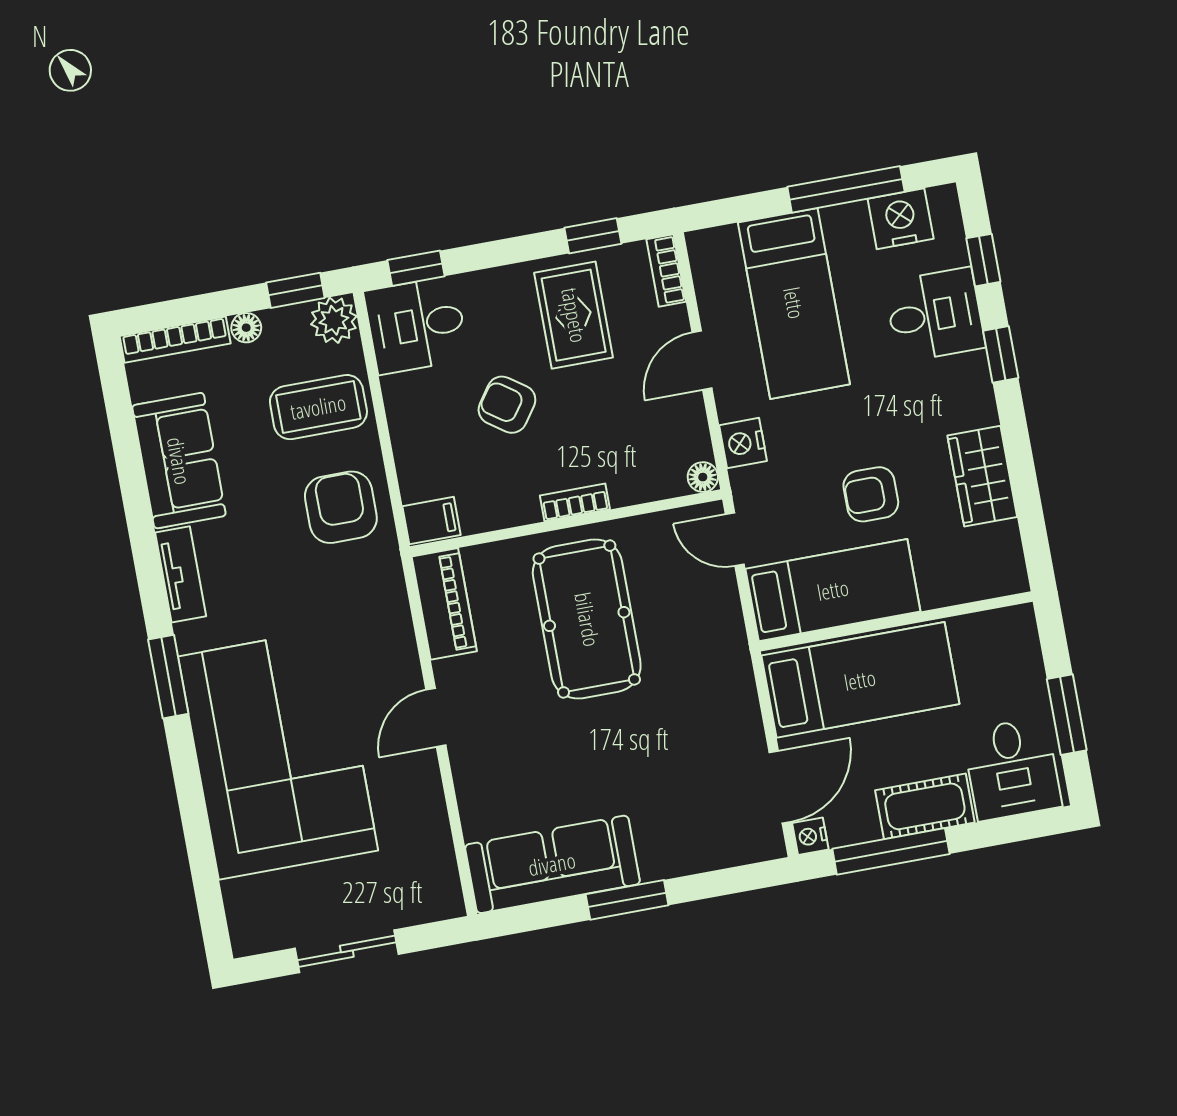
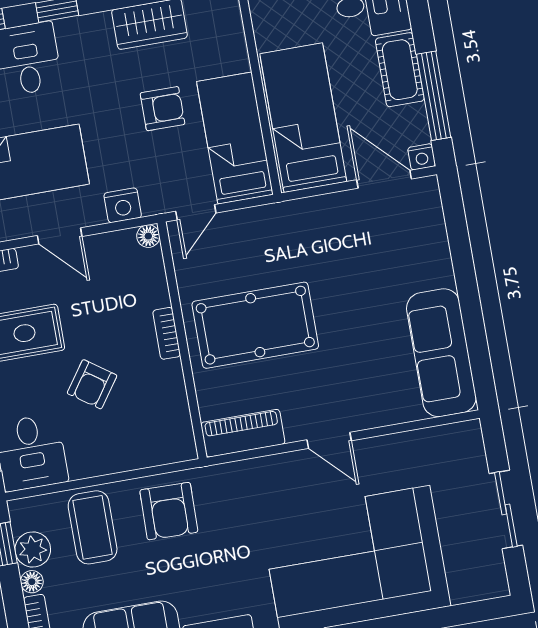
plant: (334, 320) -> (33, 549), moved
armchair: (871, 494) -> (162, 109), turned -90
armchair: (341, 507) -> (169, 511), turned -89
filing cabinet: (431, 521) -> (179, 442), removed
window: (627, 900) -> (469, 296), removed

